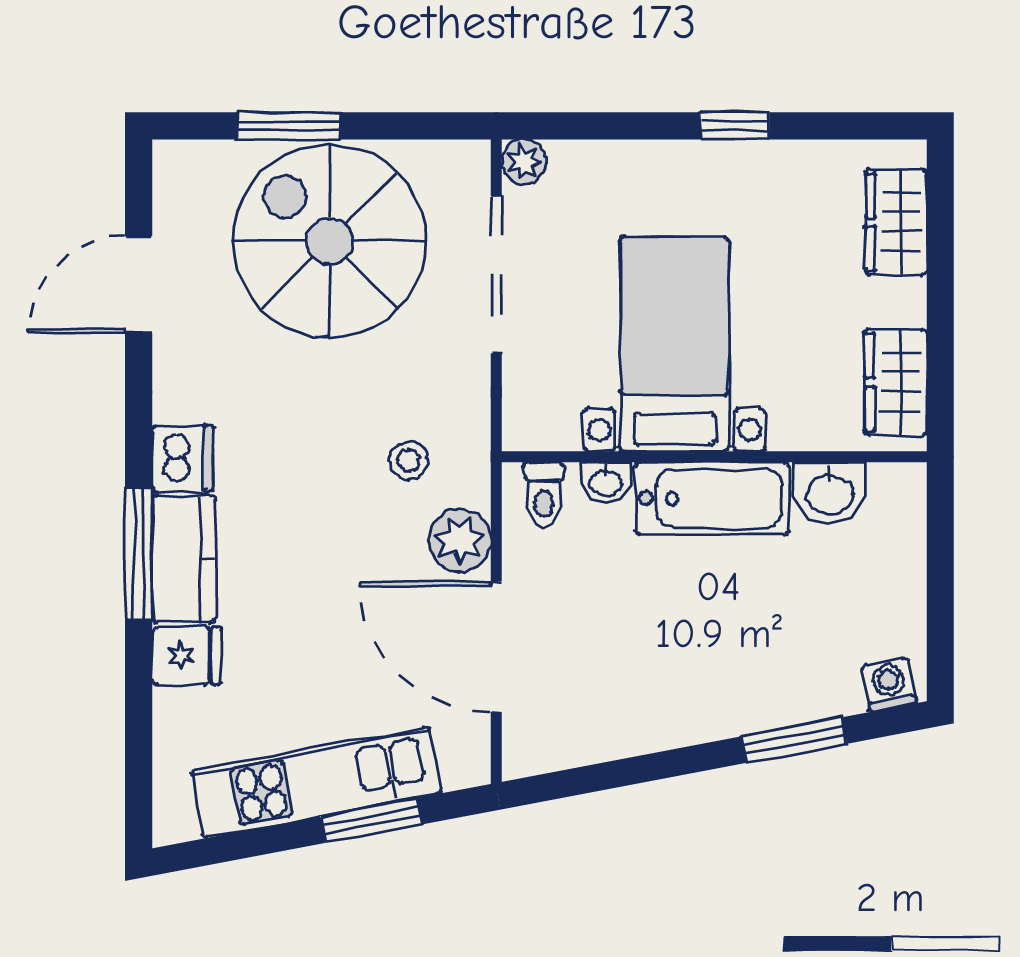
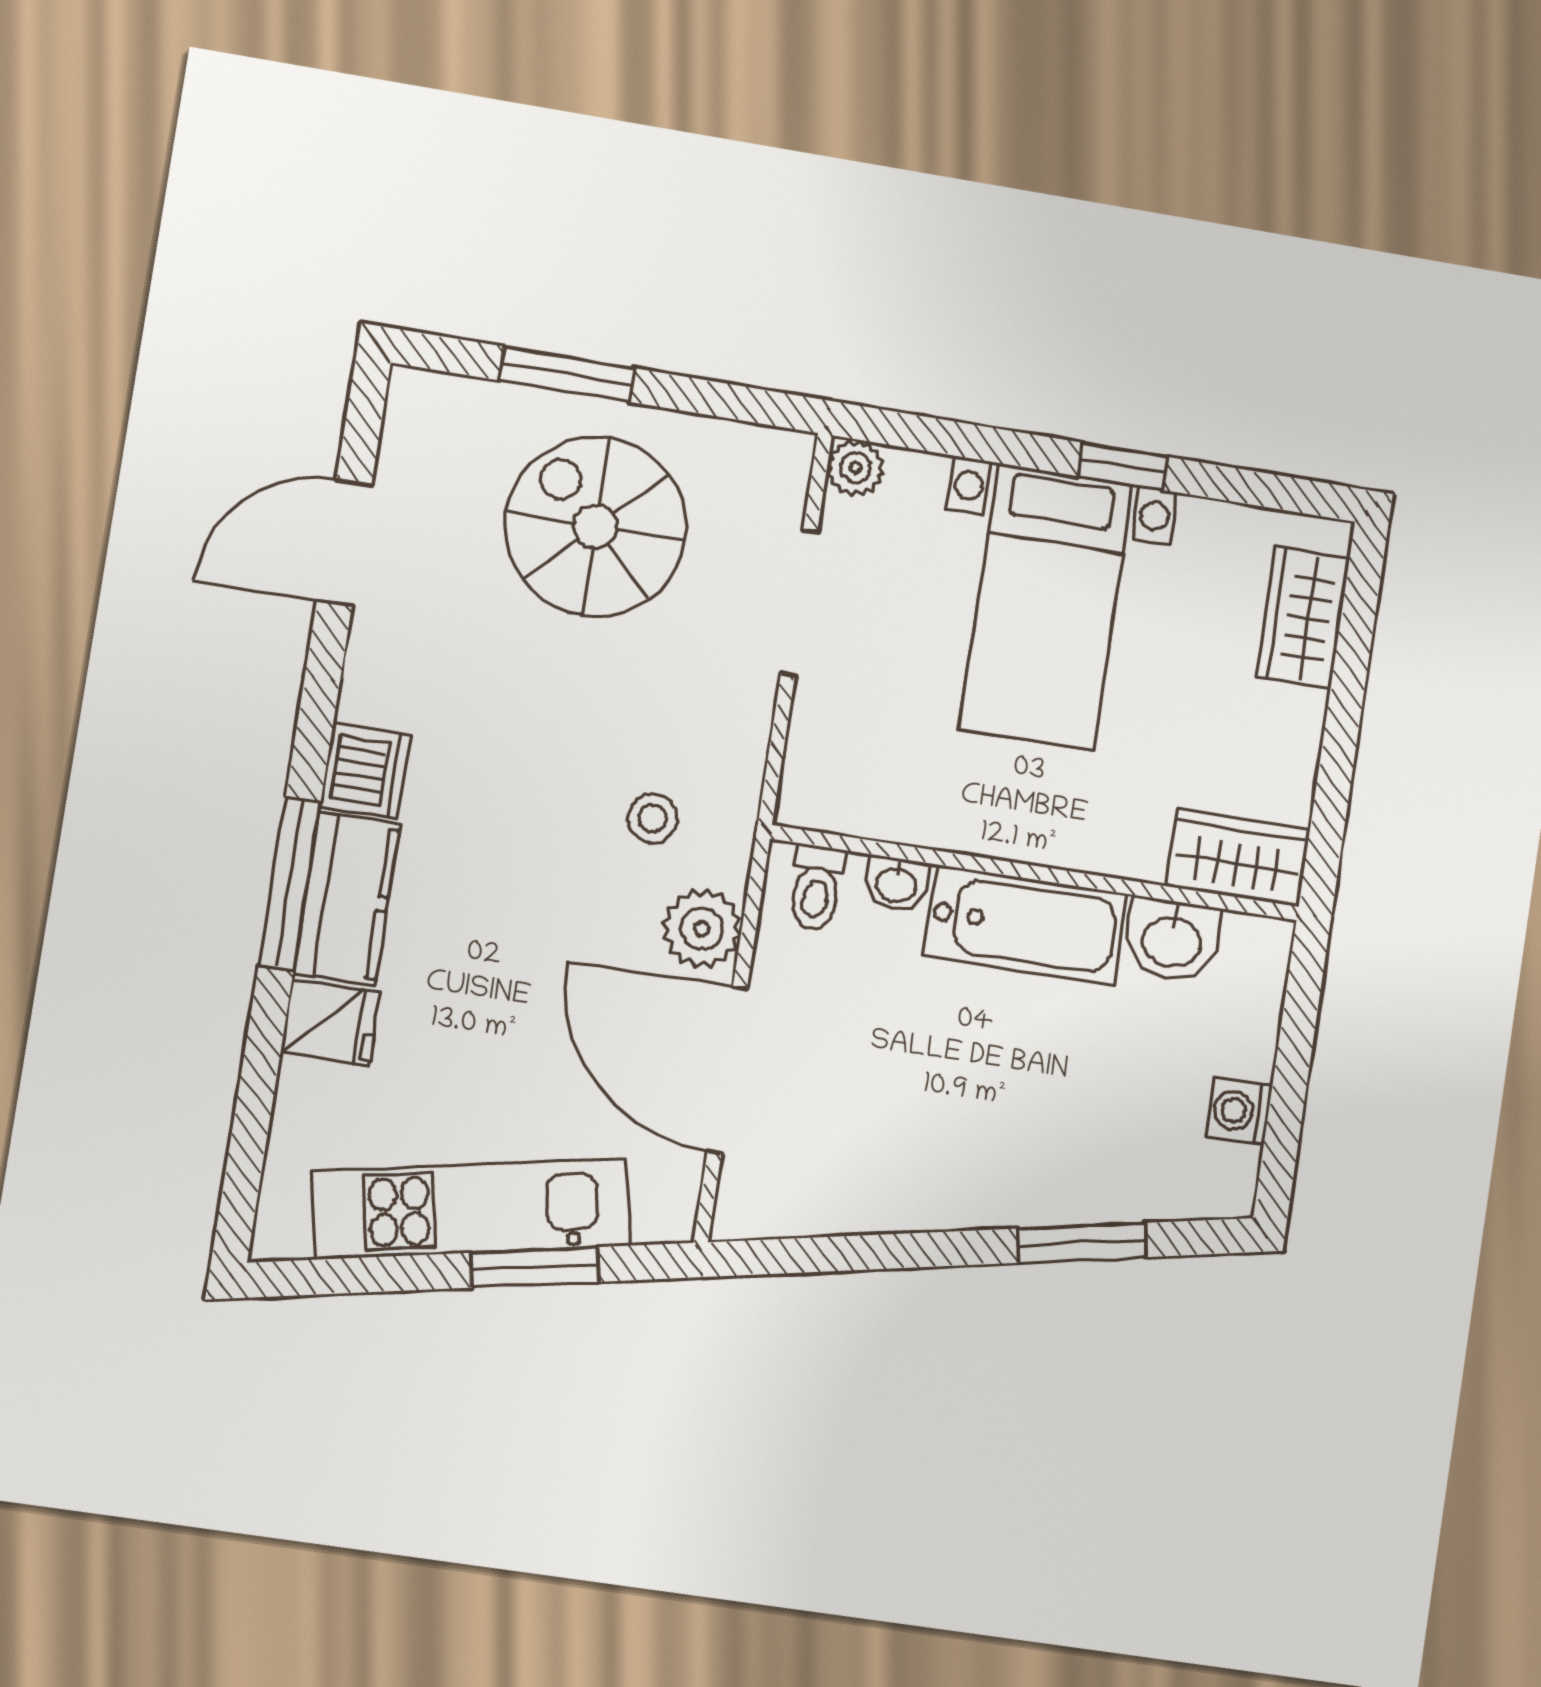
spiral stairs: (329, 241) -> (596, 527), width x0.73, depth x0.73
doorway: (496, 275) -> (799, 603), width x0.73
bed with nightstands: (674, 344) -> (1046, 607), moved, turned 180
wardrobe: (896, 382) -> (1237, 858), moved, turned 90
washing machine: (889, 684) -> (1239, 1111), moved, turned -79

